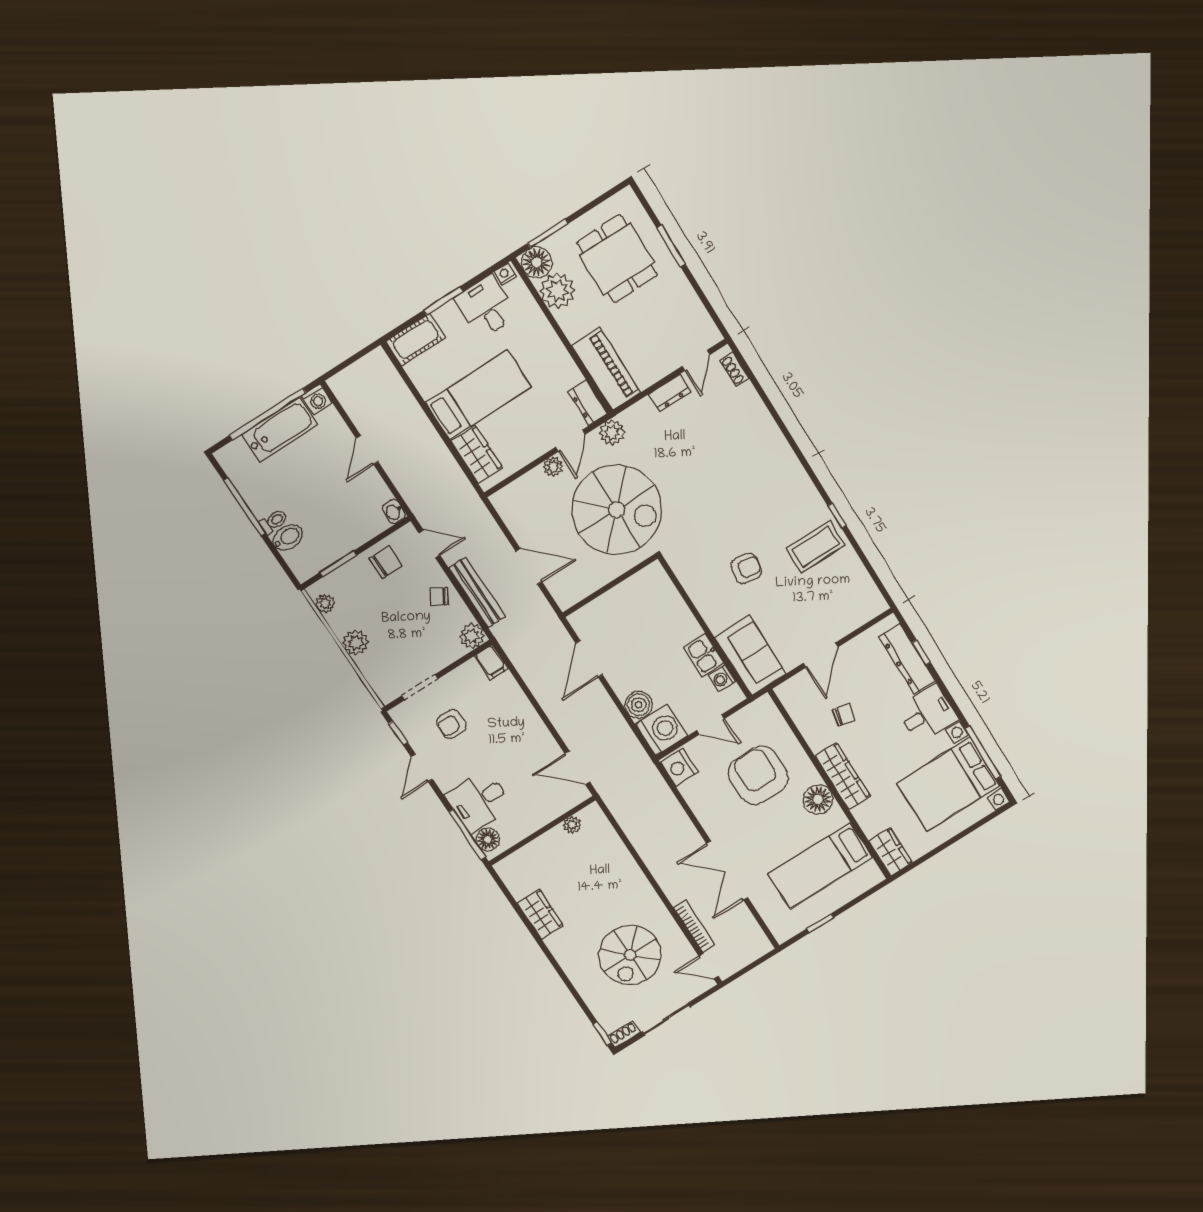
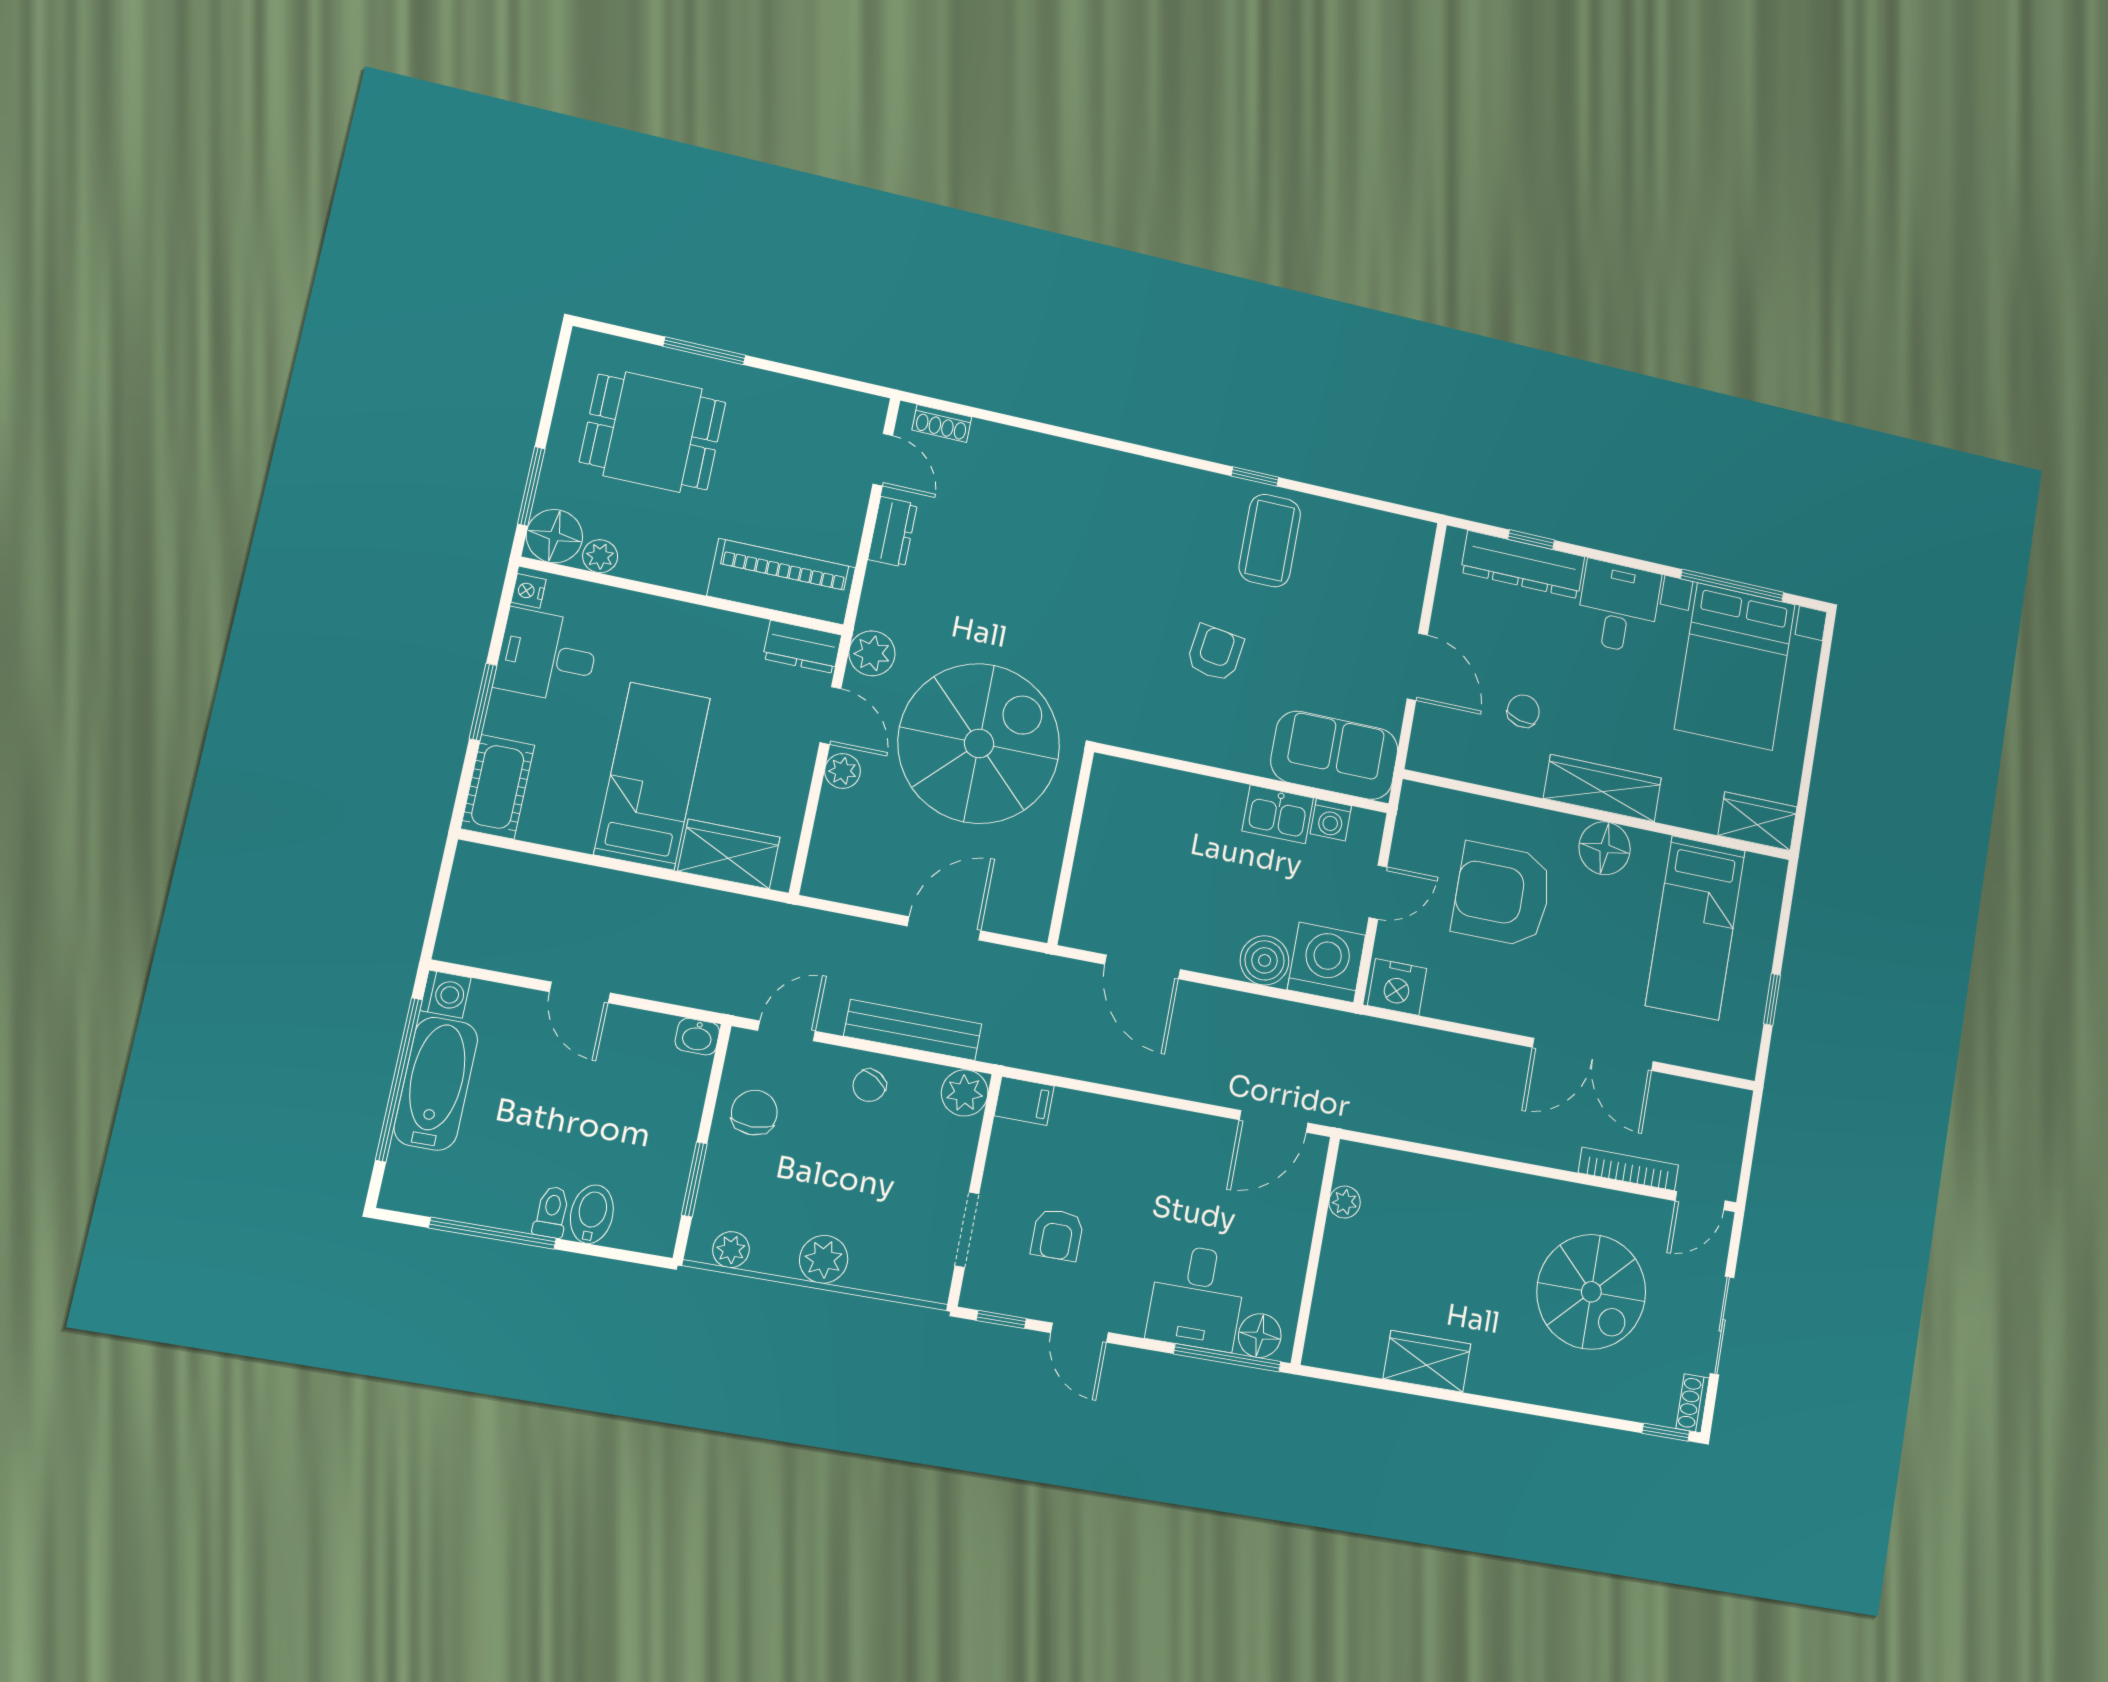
plant: (558, 291) -> (600, 556), width x0.53, depth x0.53

